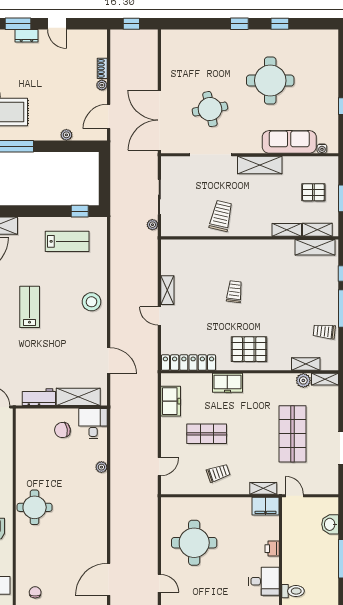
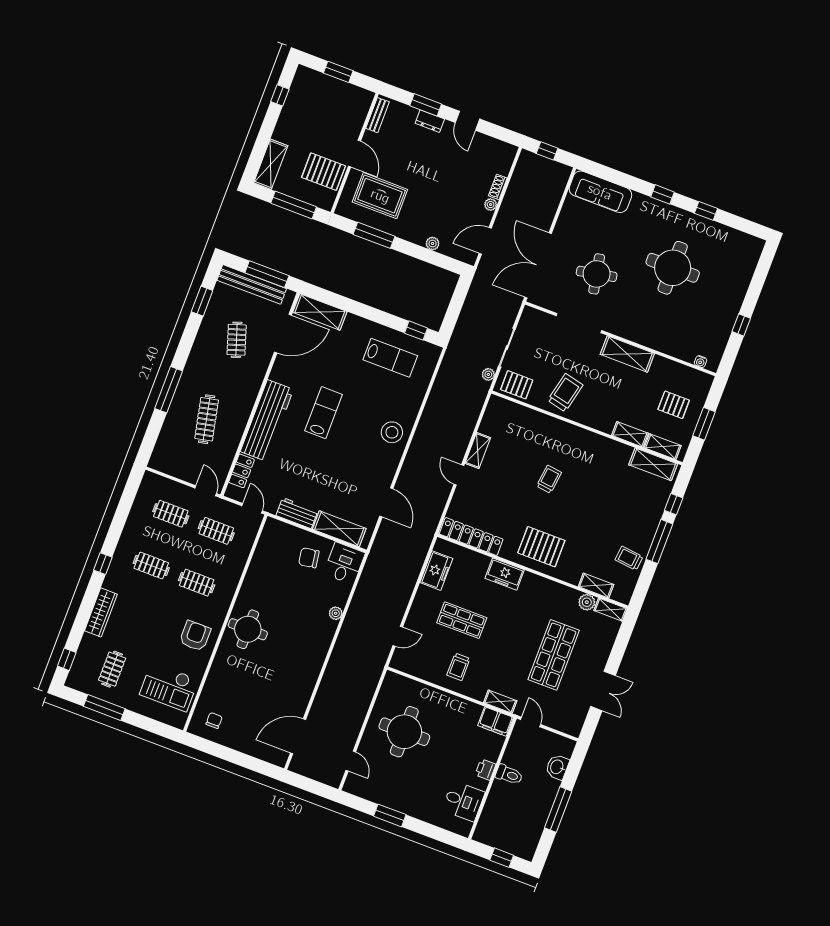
sofa: (289, 142) -> (600, 192), moved, turned 180
pallet: (179, 224) -> (517, 385), added
trolley: (218, 473) -> (458, 667), turned 109
toilet: (293, 591) -> (509, 775), moved

